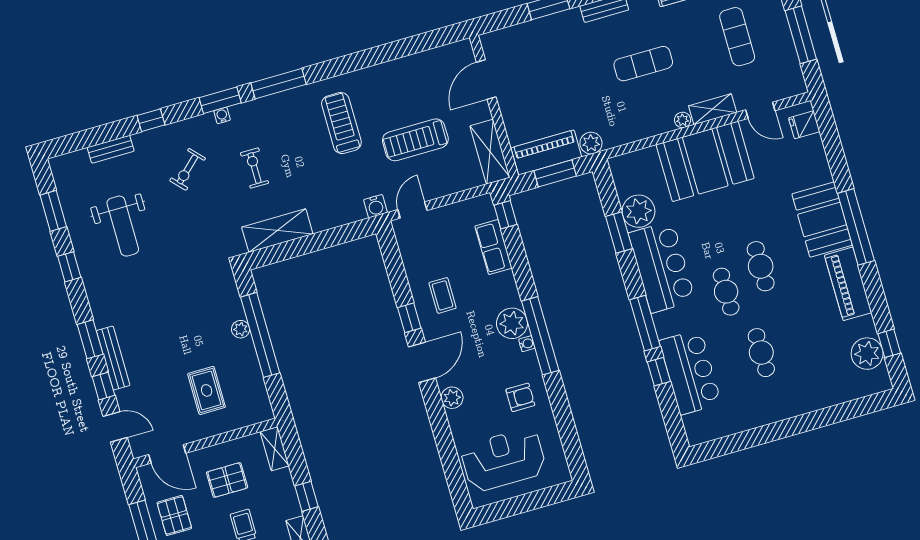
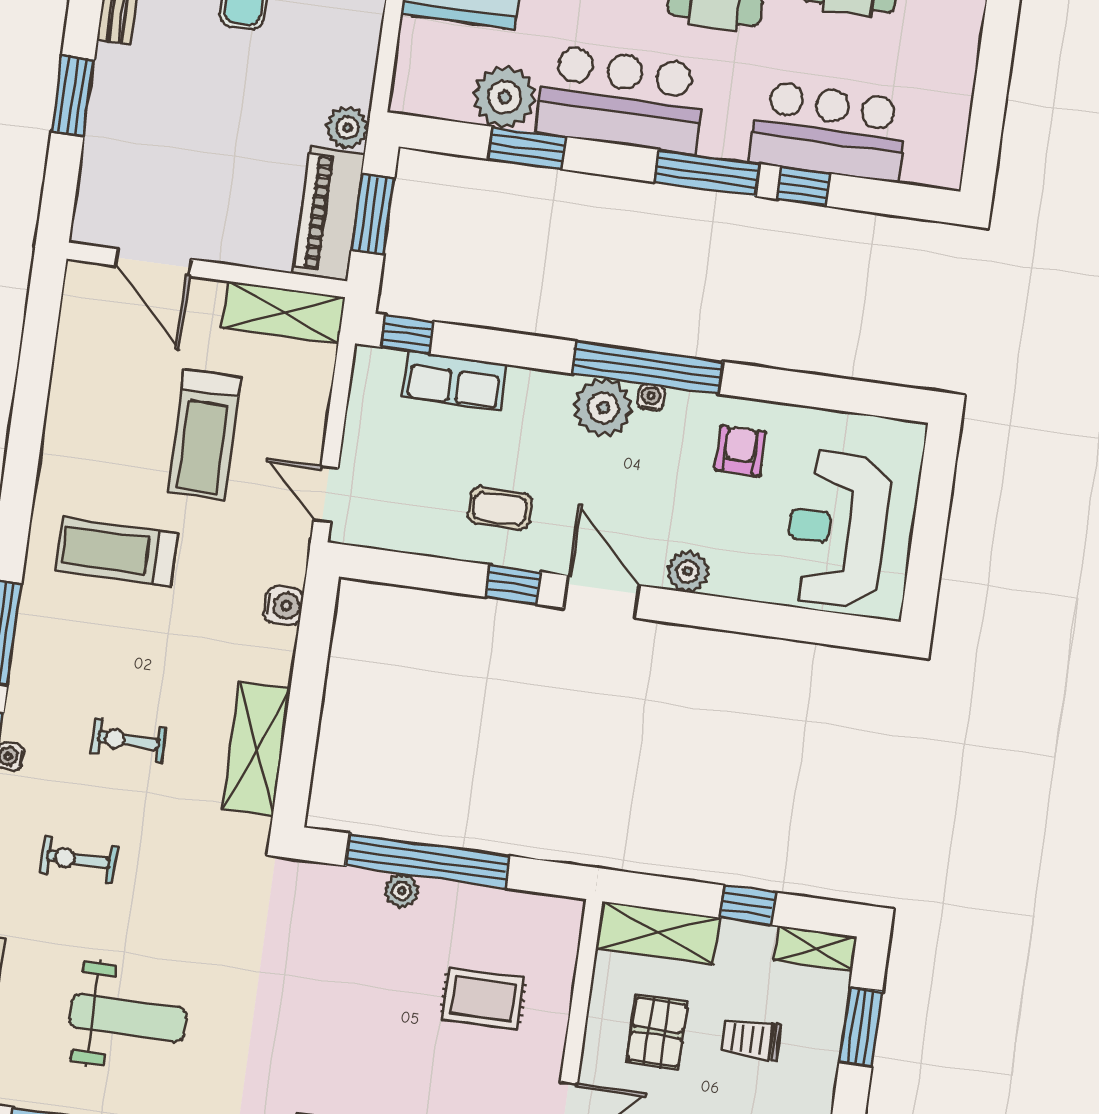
exercise bike: (187, 169) -> (78, 859), turned 133
water cooler: (376, 206) -> (283, 606), moved
shelving: (275, 449) -> (658, 933), width x1.50, depth x1.33

